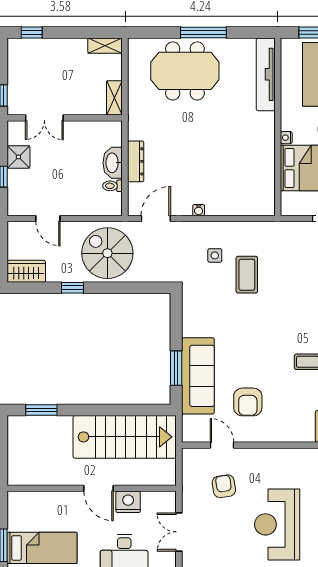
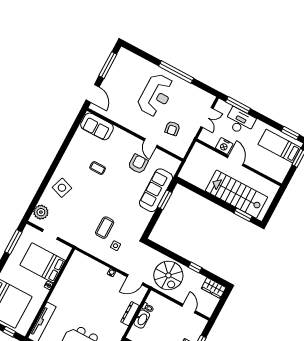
stairs: (125, 437) -> (236, 194), moved
door: (222, 445) -> (151, 143), moved

